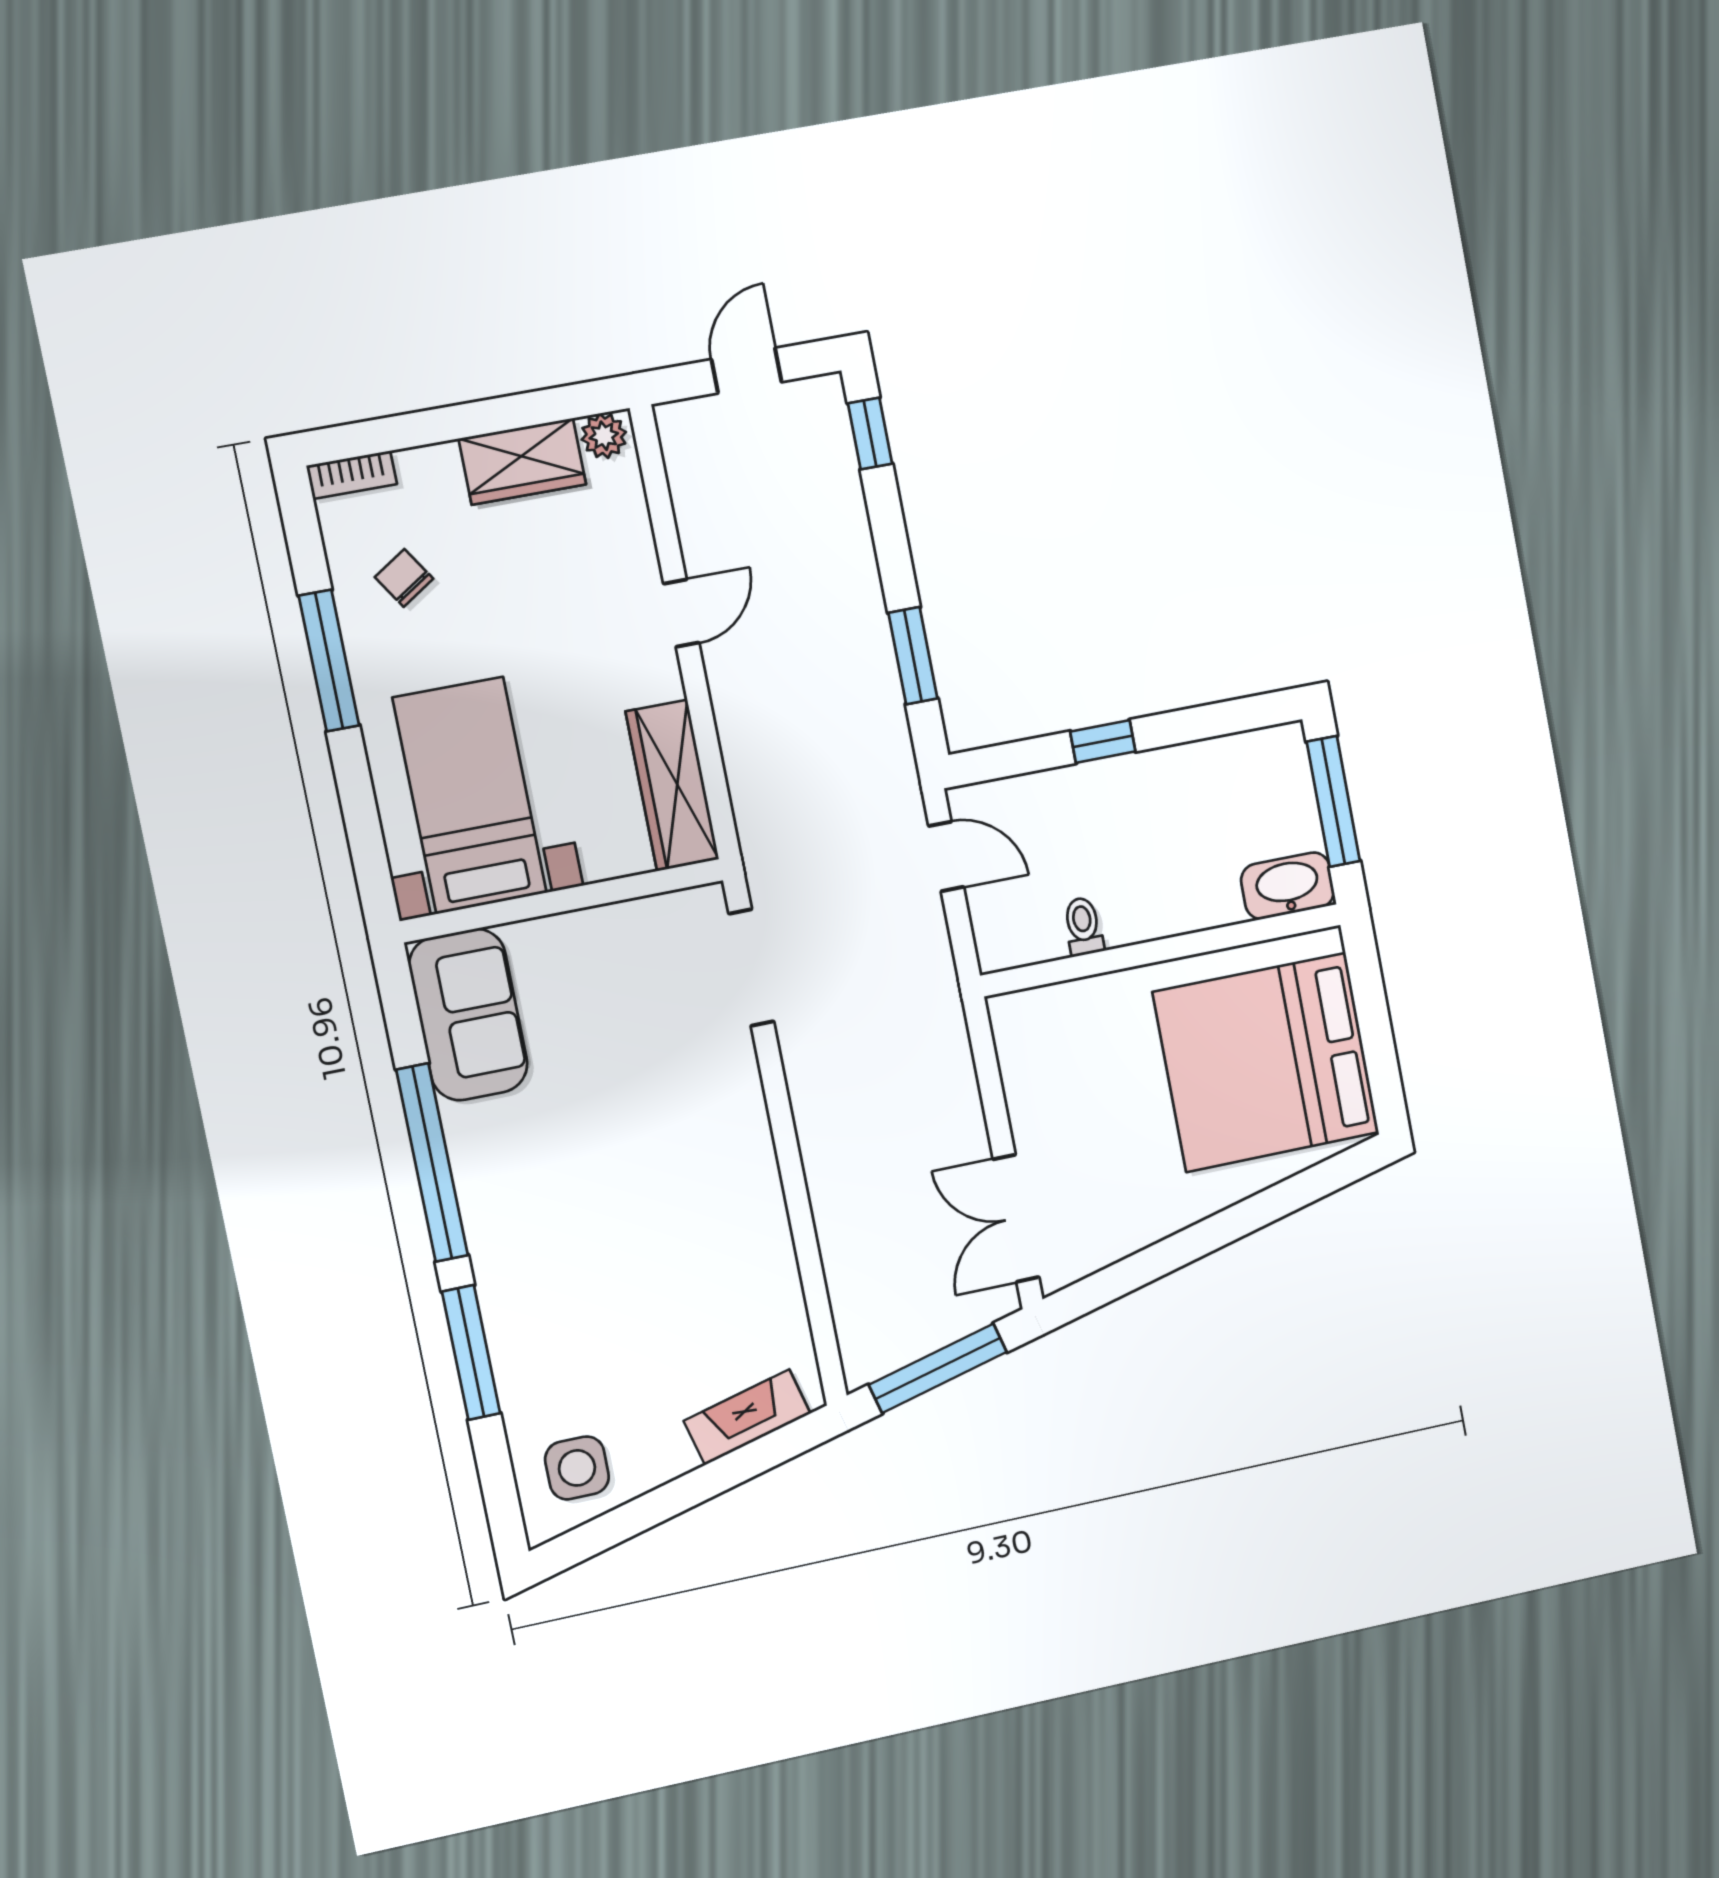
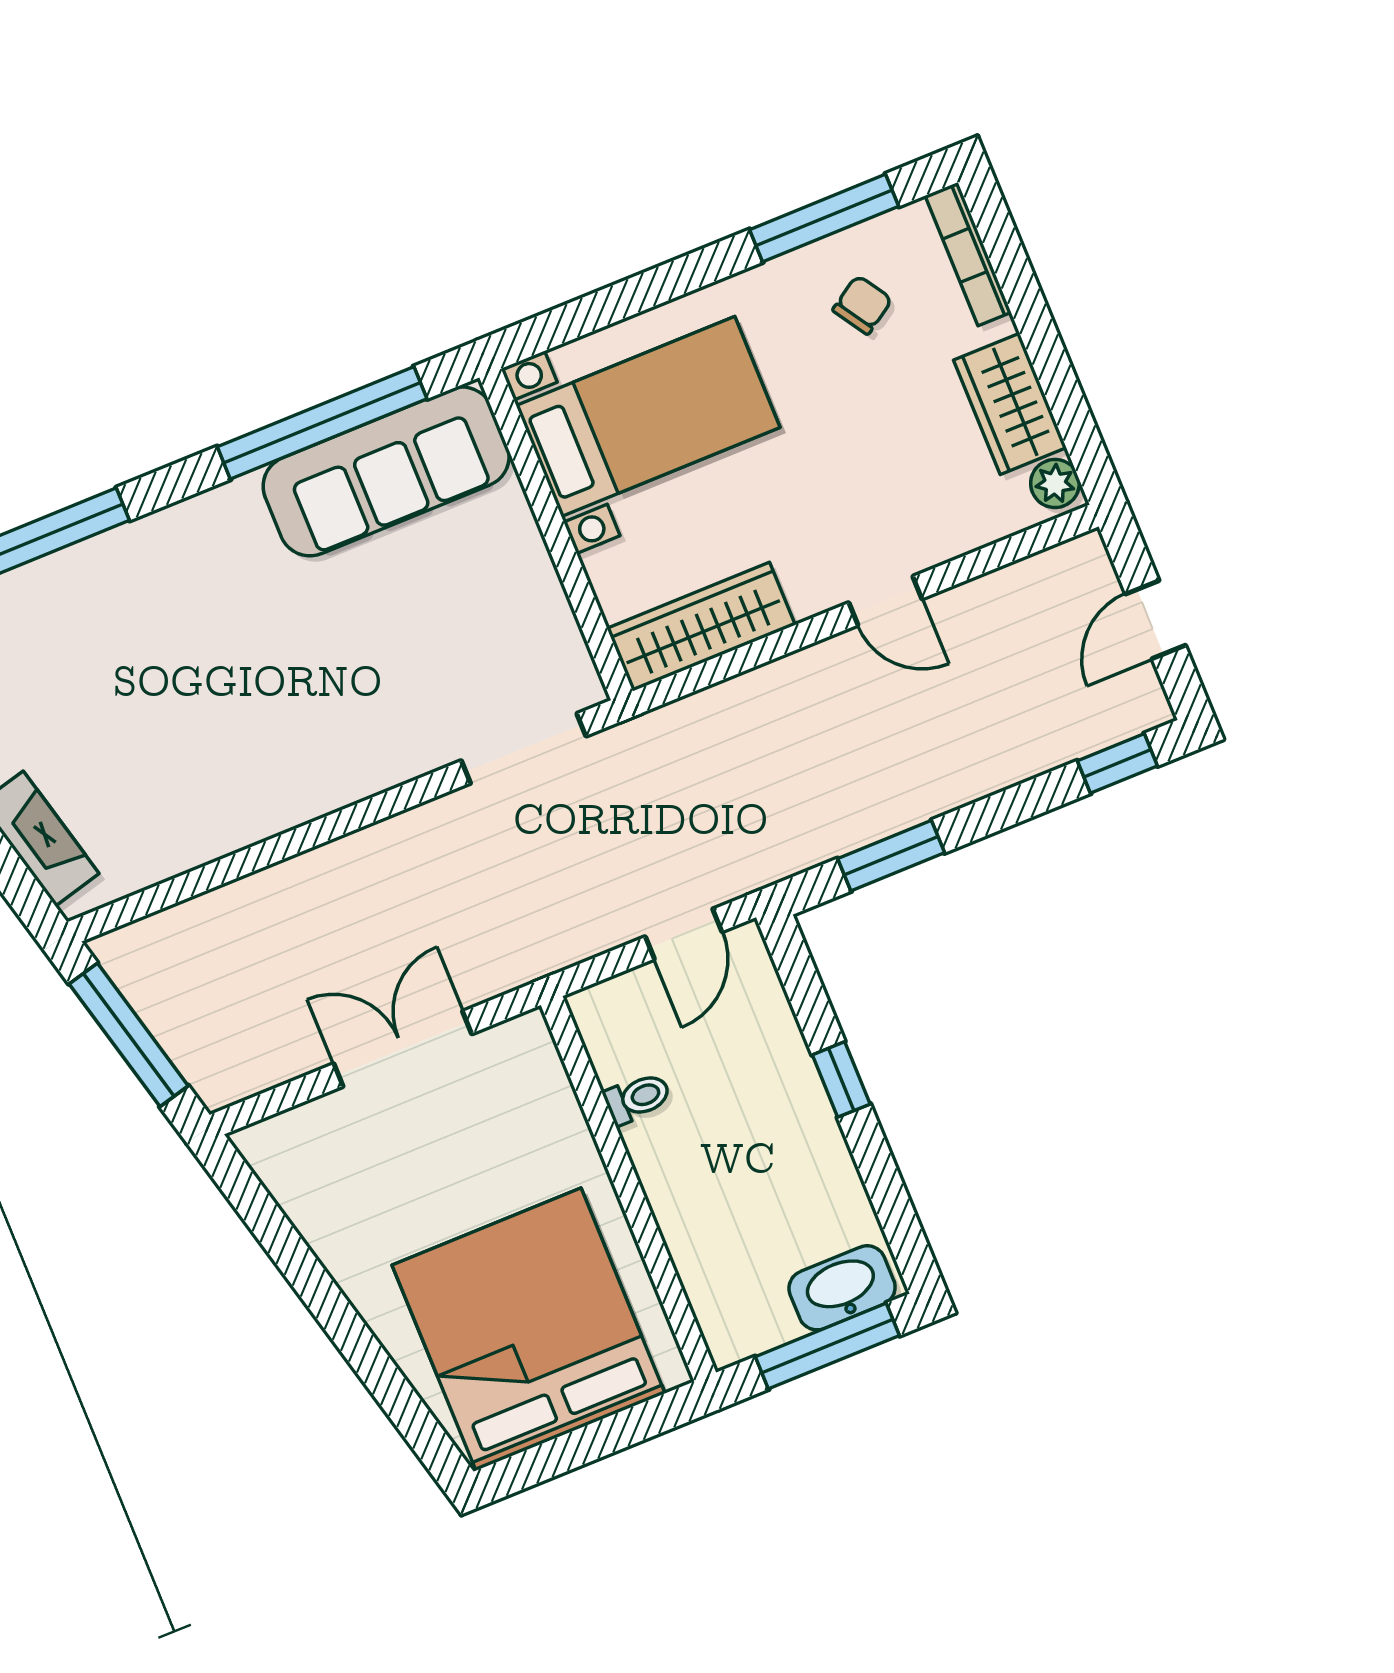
door: (746, 371) -> (1156, 620), swing flipped
bookcase: (352, 475) -> (968, 254), width x1.56
window: (329, 661) -> (824, 218), moved
washbasin: (1288, 886) -> (842, 1288), moved, turned -90
sofa: (468, 1015) -> (386, 471), width x1.36
window: (432, 1163) -> (322, 423), moved
double door: (1016, 1218) -> (403, 1049), moved

